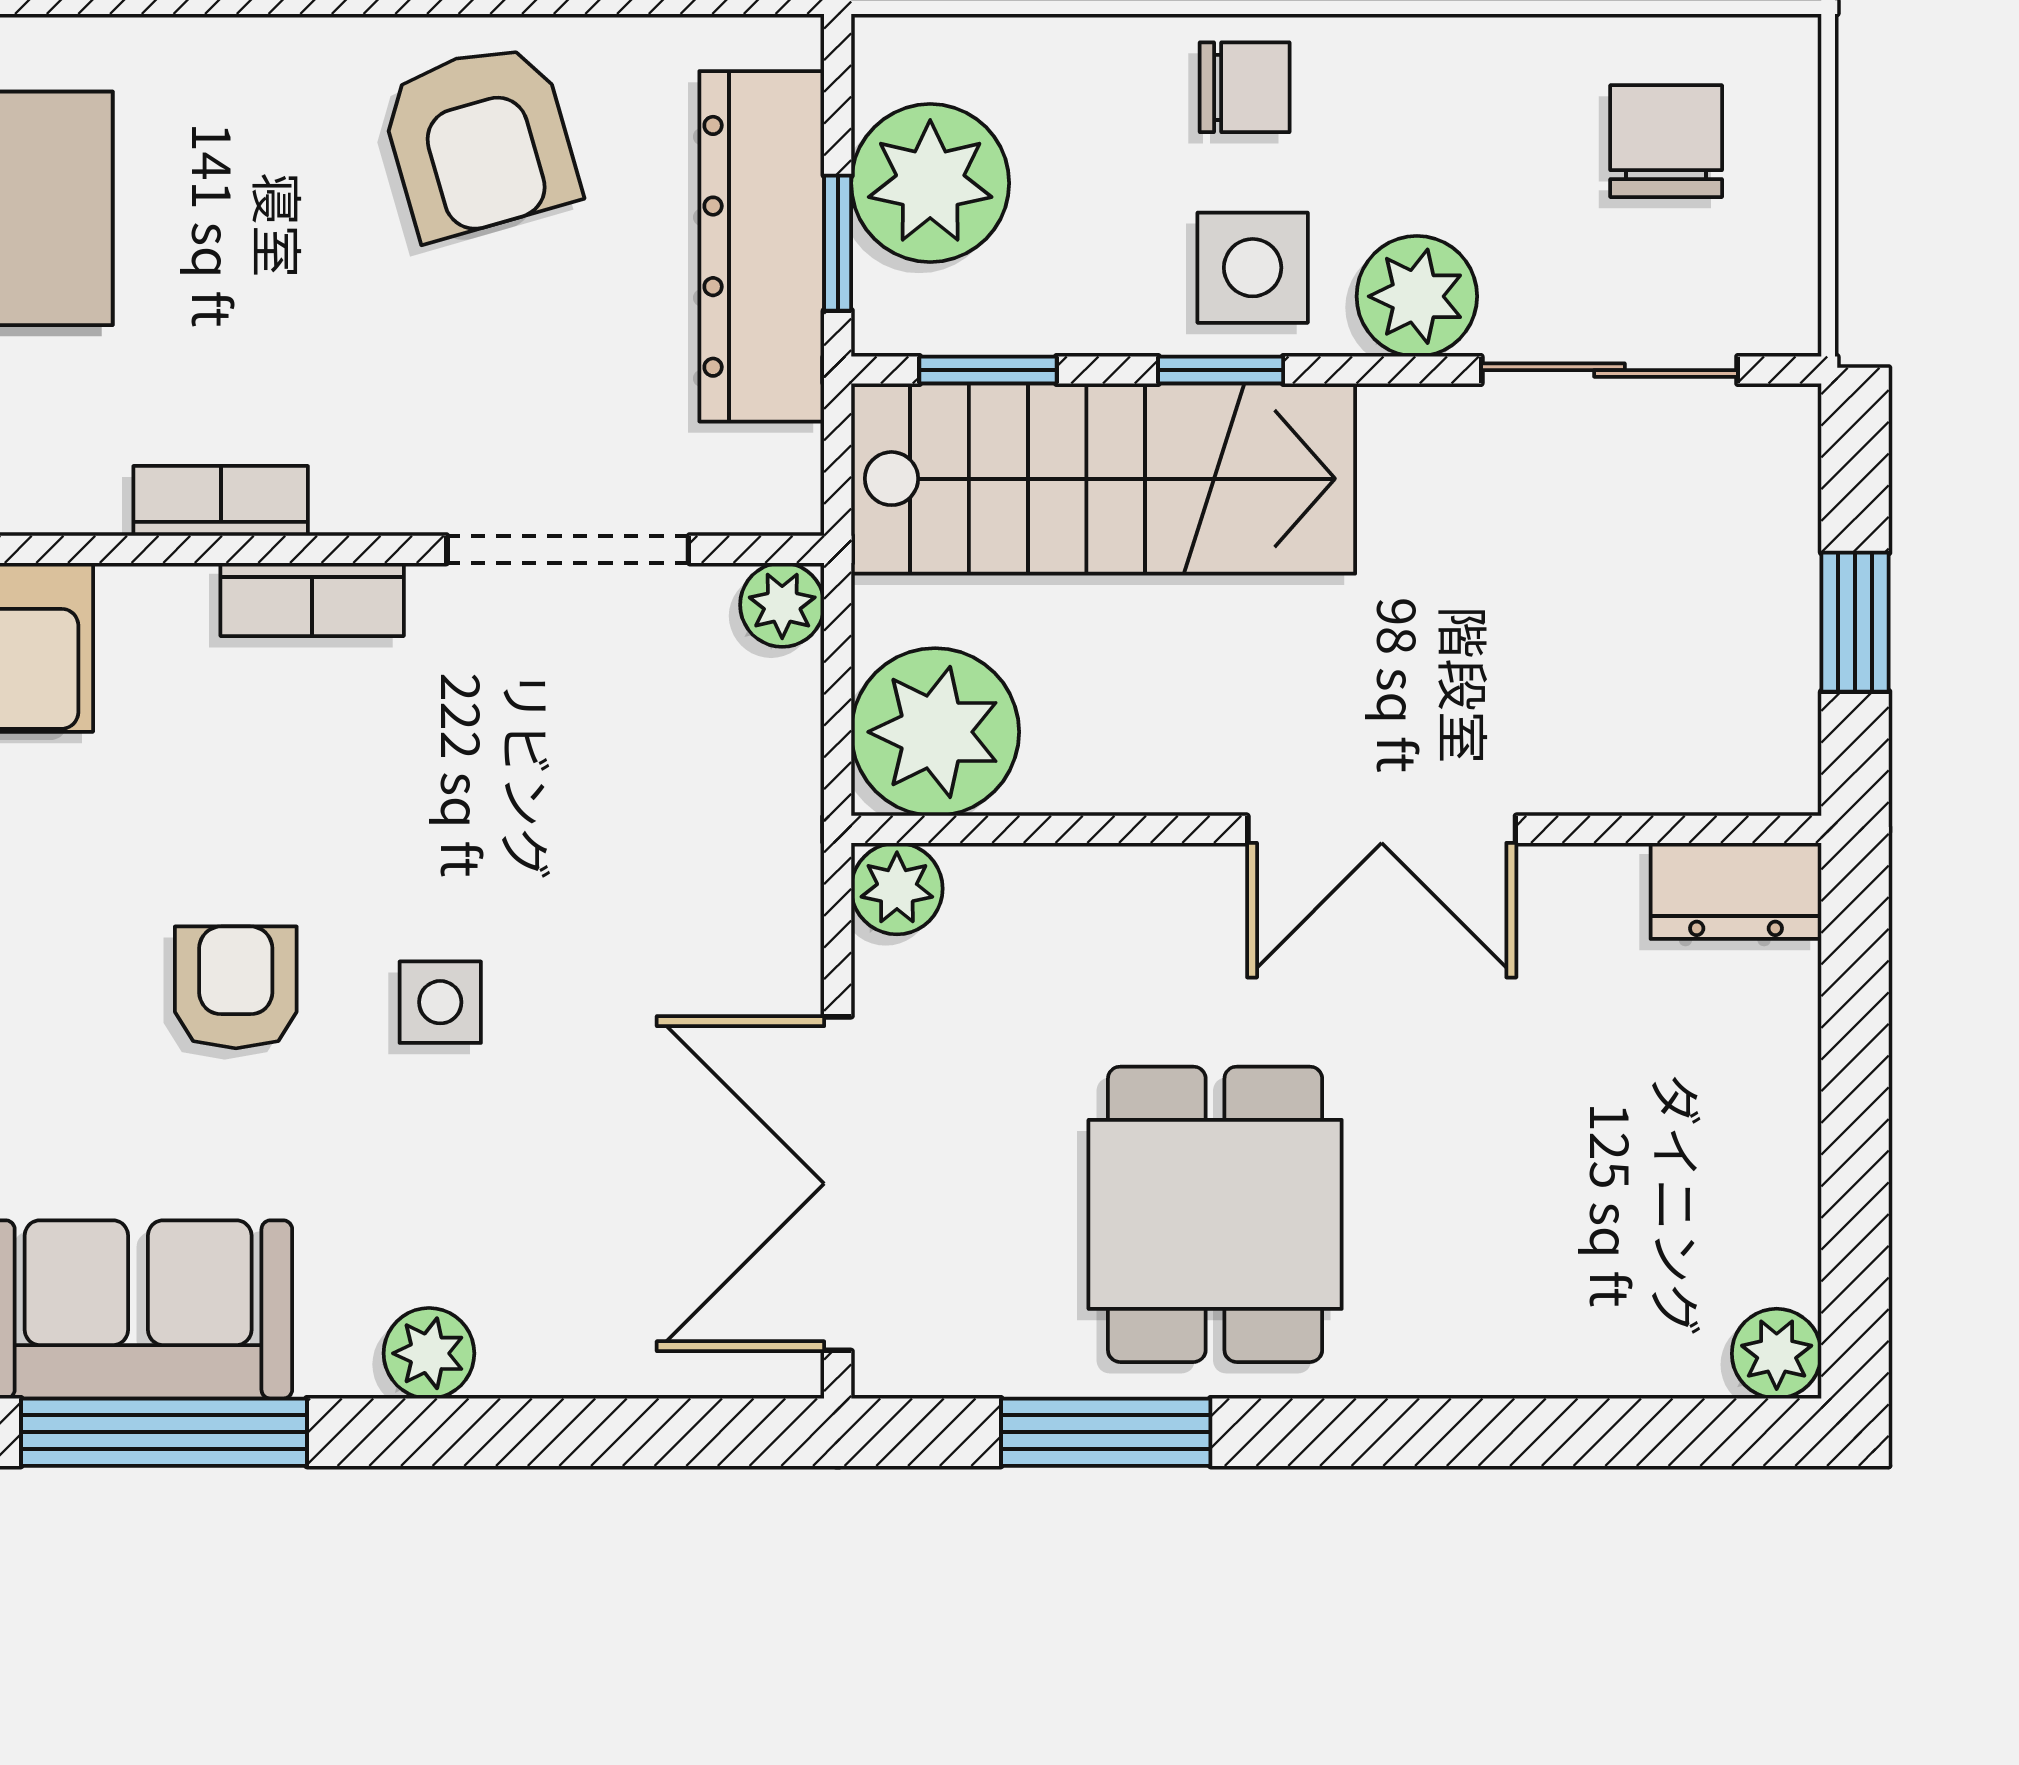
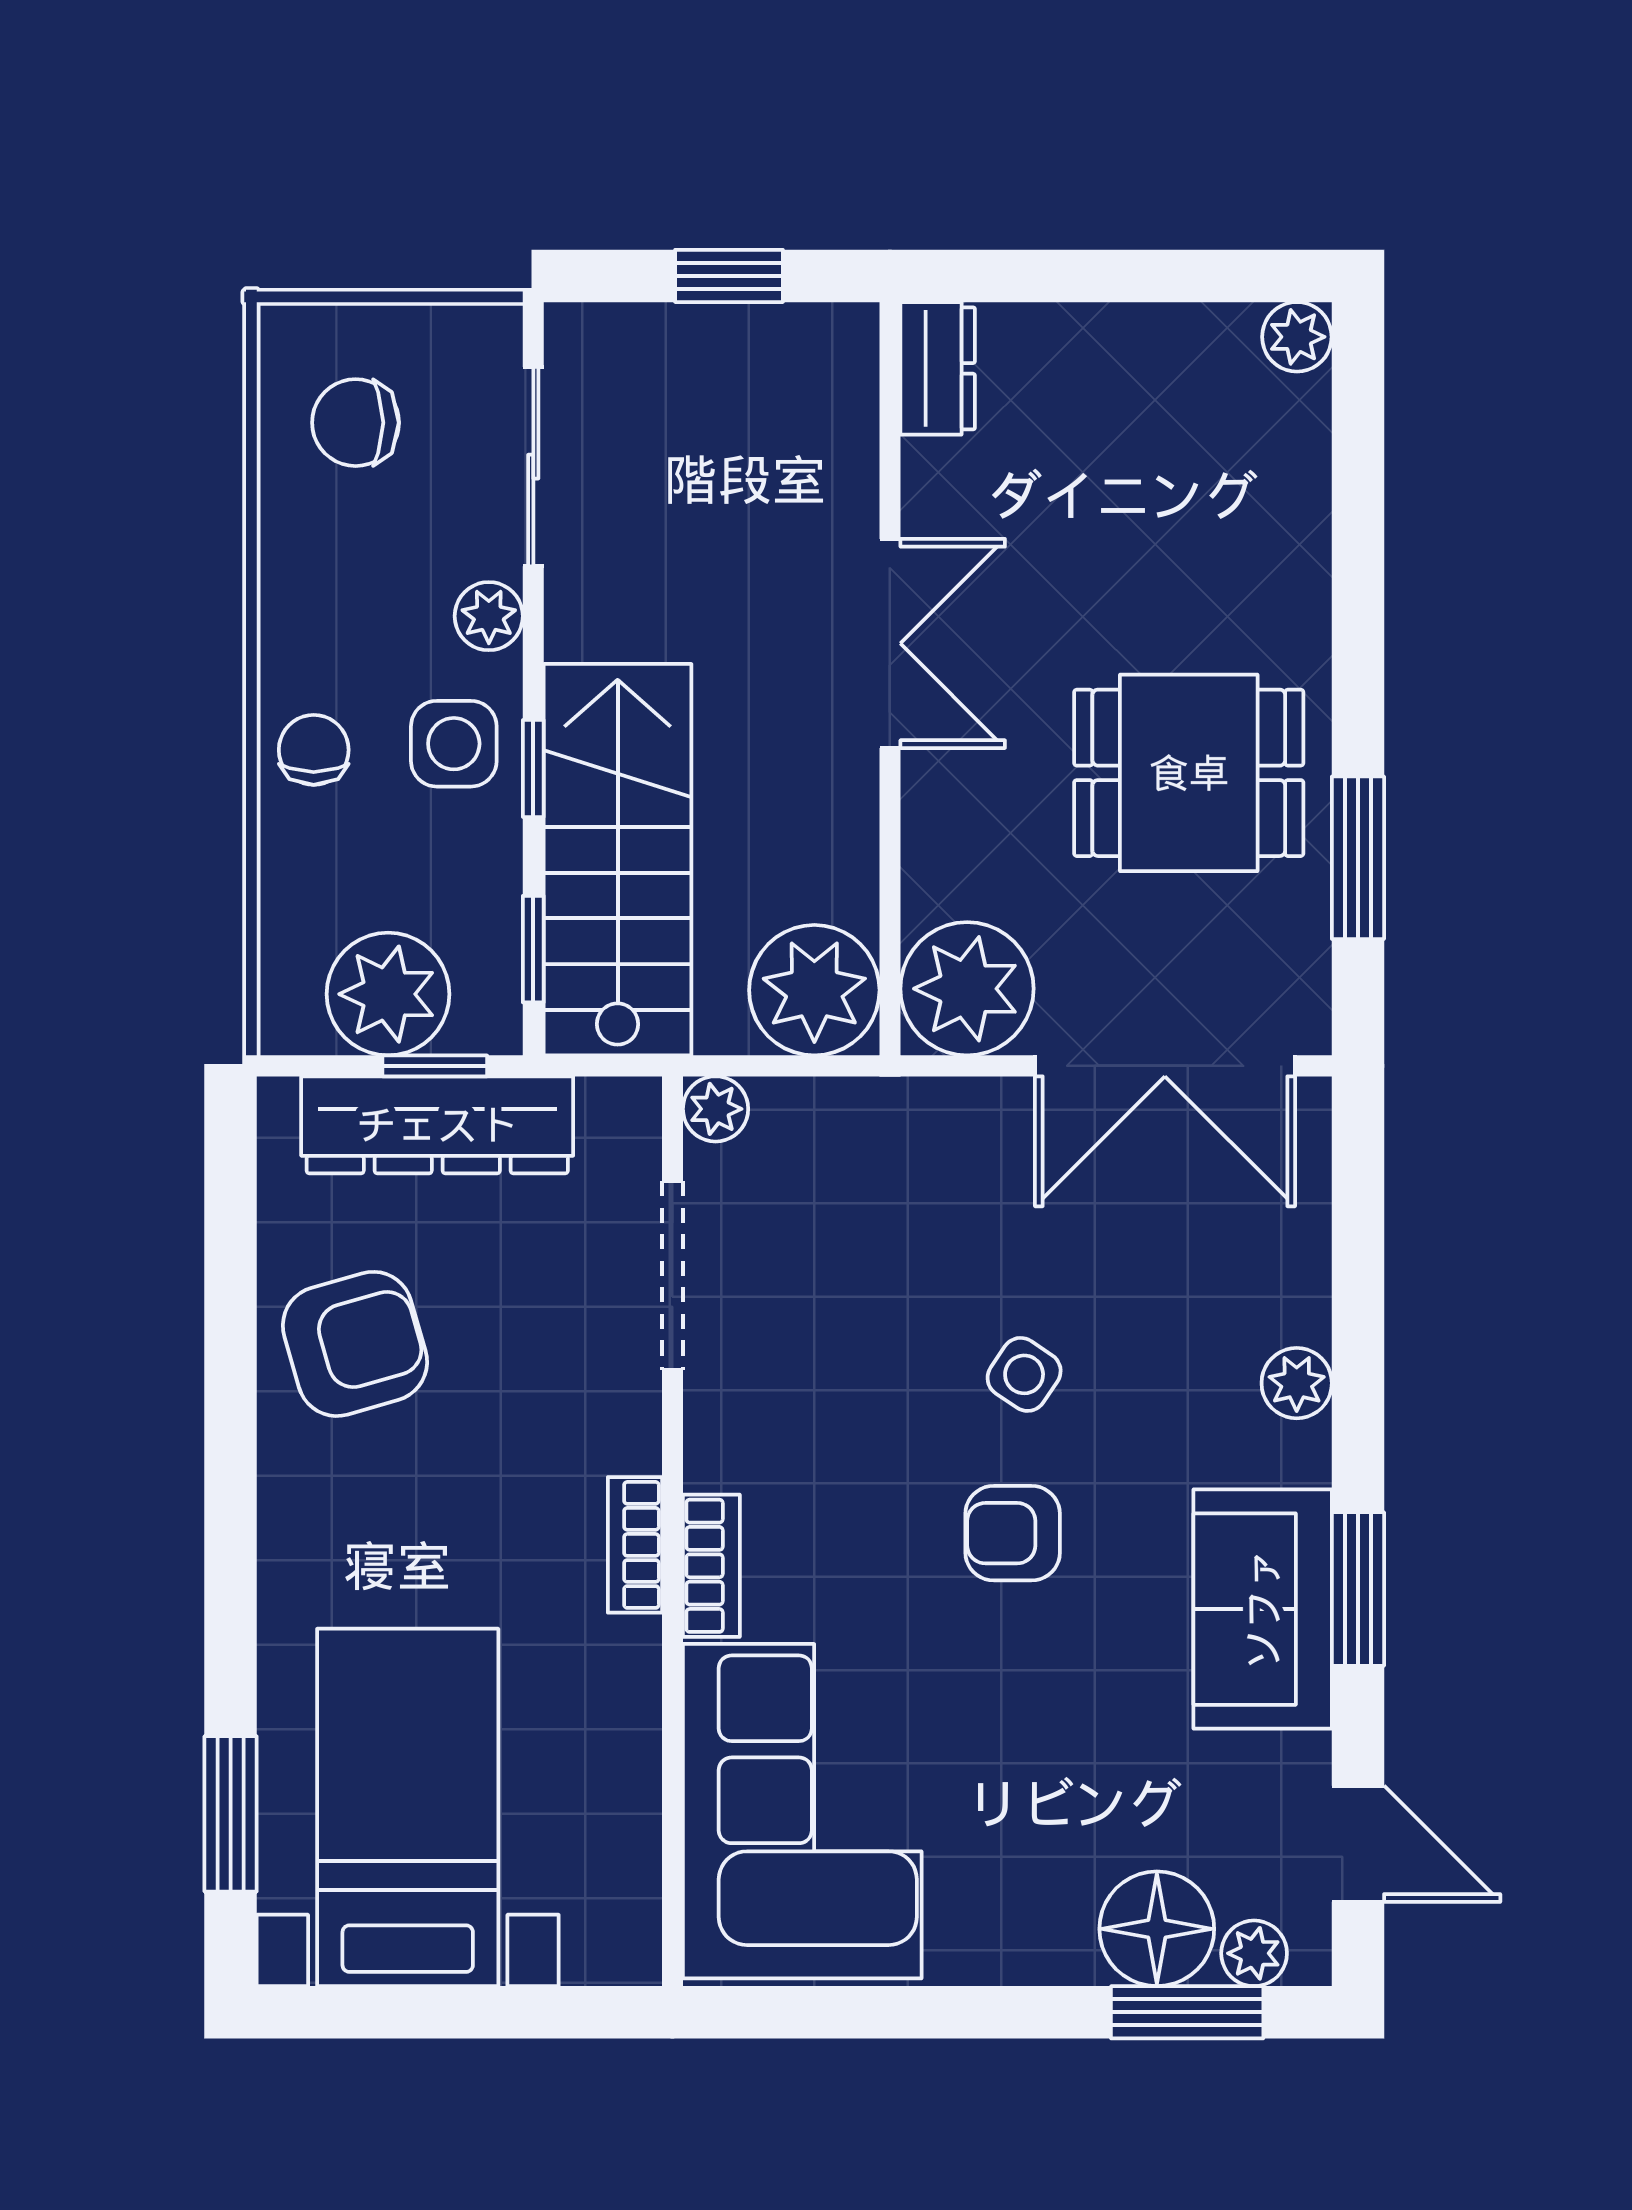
plant: (1417, 296) -> (489, 616), width x0.73, depth x0.73
bookcase: (312, 599) -> (711, 1566), moved
plant: (897, 889) -> (967, 989), width x1.87, depth x1.87
side table: (440, 1002) -> (1024, 1374), turned 34
window: (164, 1432) -> (1358, 1589), width x0.69

